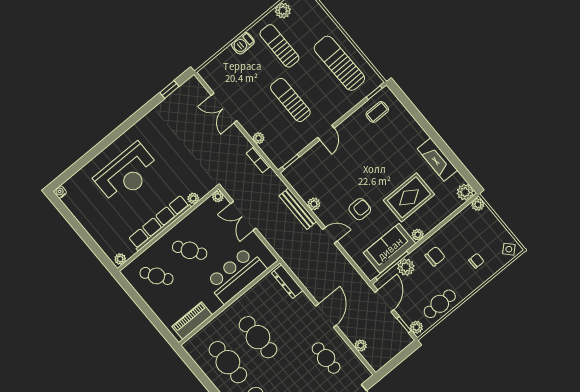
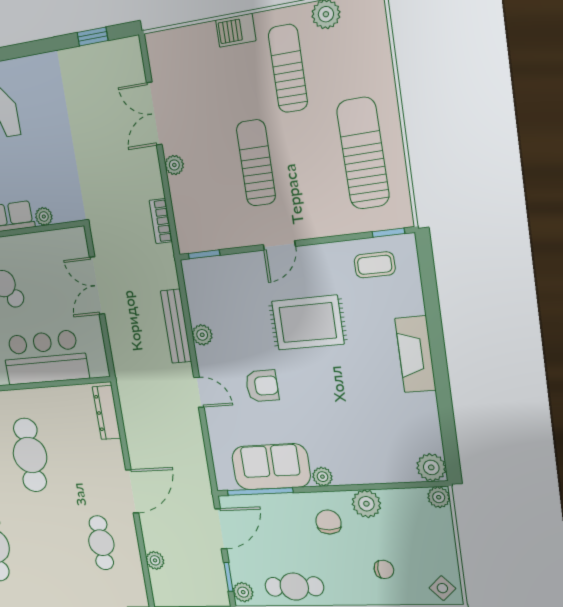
plant: (259, 138) -> (174, 165), moved
fireplace: (437, 159) -> (415, 354), moved
plant: (218, 197) -> (78, 236), removed
rug: (409, 197) -> (308, 323), moved
chair: (435, 256) -> (328, 522), turned -90
plant: (406, 267) -> (366, 504), moved

